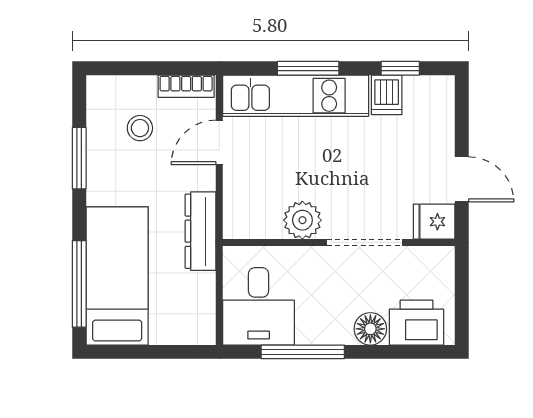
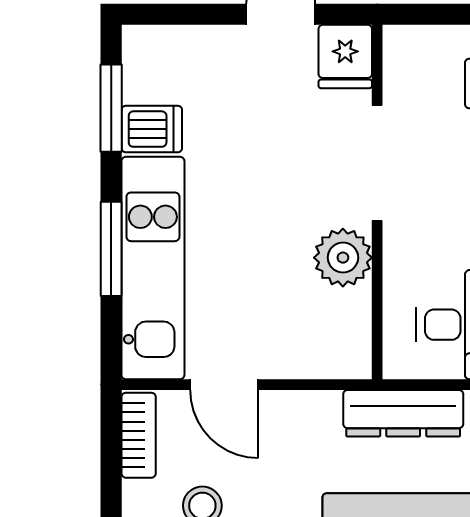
window: (400, 68) -> (111, 108), width x1.50
dresser: (200, 231) -> (403, 413), moved

